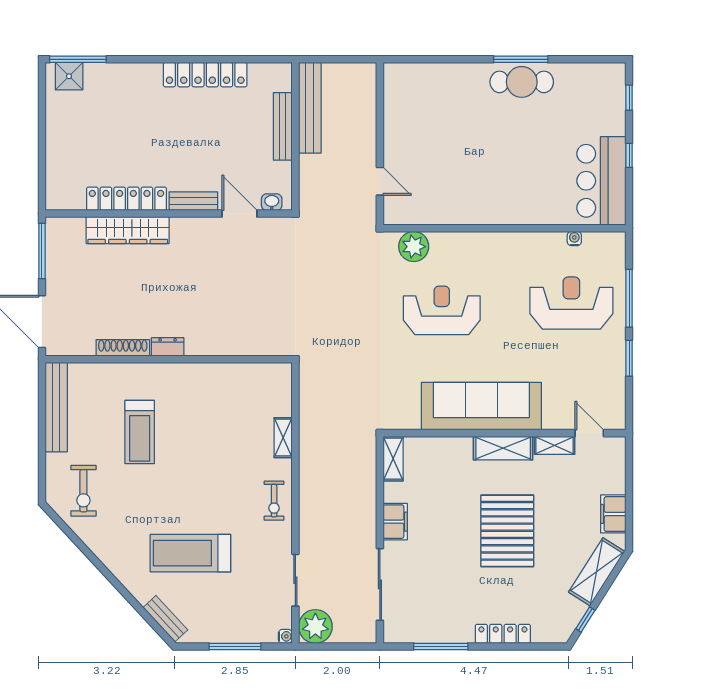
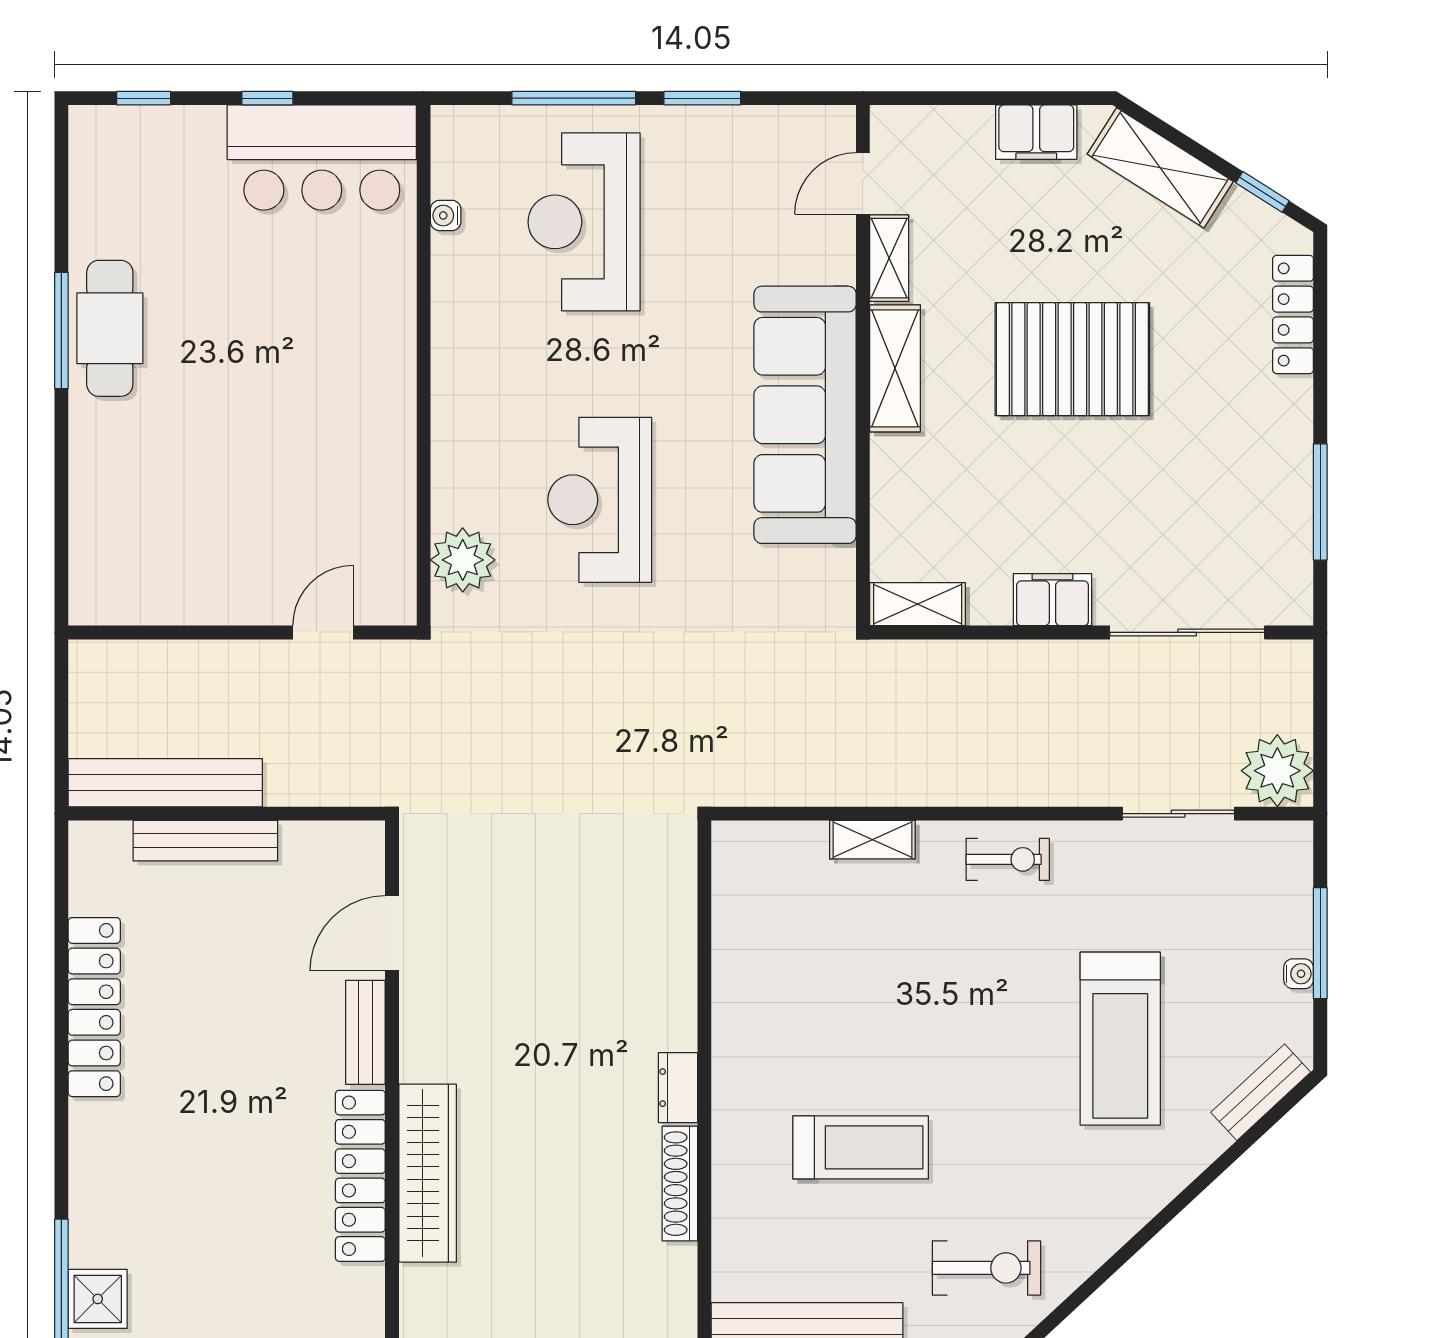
washbasin: (272, 202) -> (368, 864), removed
locker: (503, 634) -> (1293, 314), moved
water cooler: (285, 636) -> (1299, 974), moved, turned 90

